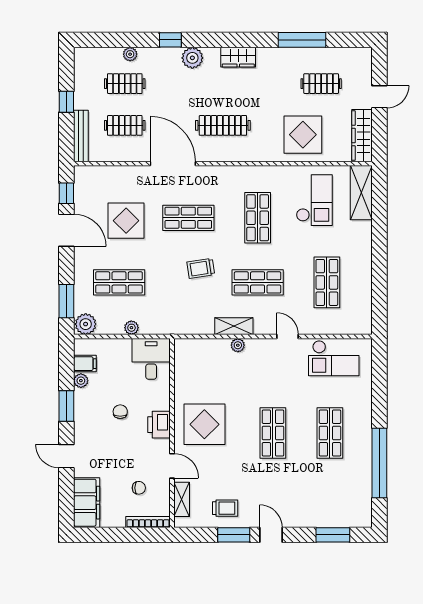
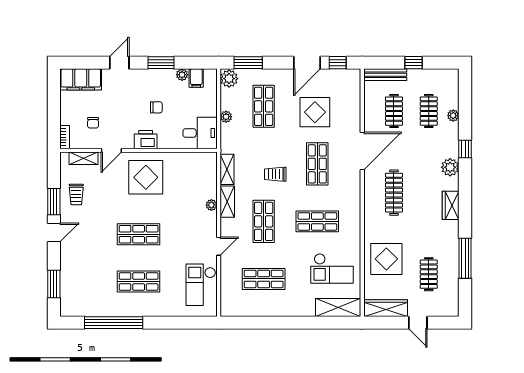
trolley: (201, 268) -> (275, 174), turned -81
shelving: (195, 326) -> (227, 169), added
bookcase: (148, 522) -> (65, 137), width x0.64

